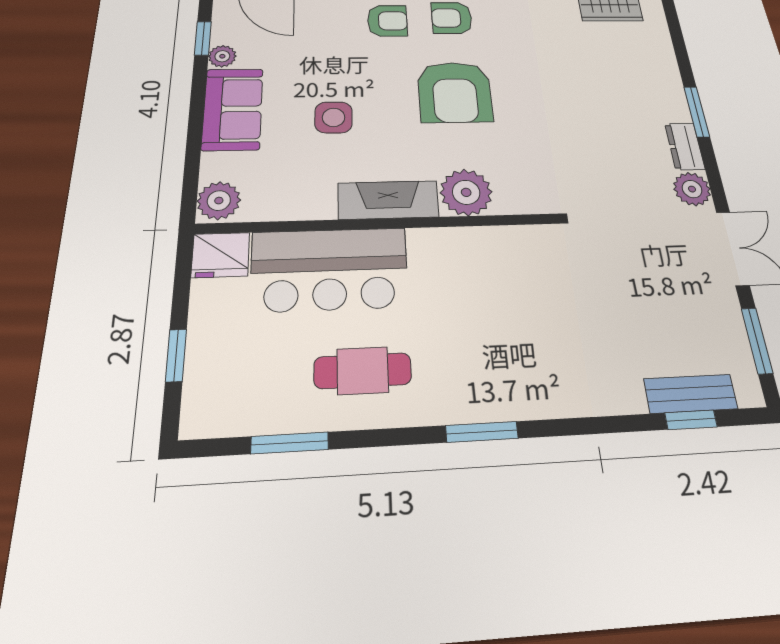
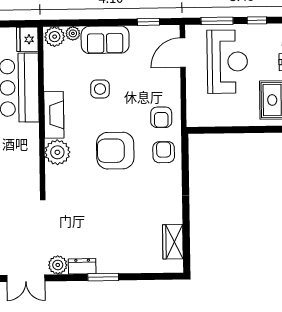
plant: (222, 56) -> (73, 33), moved

